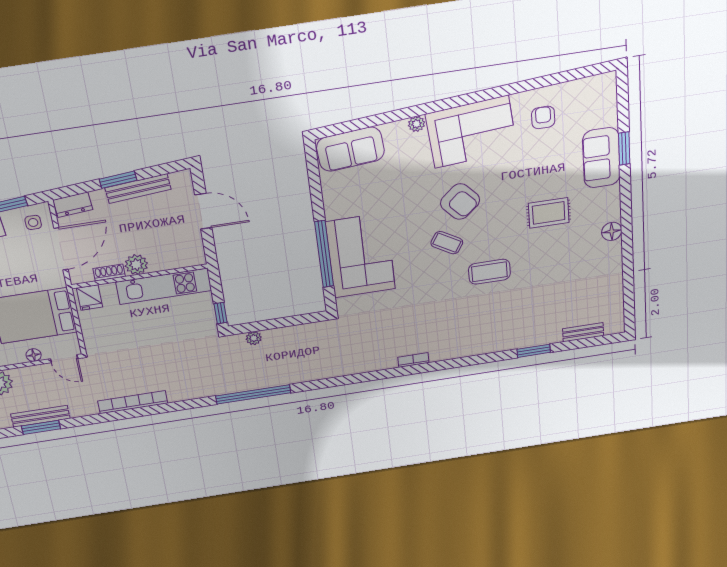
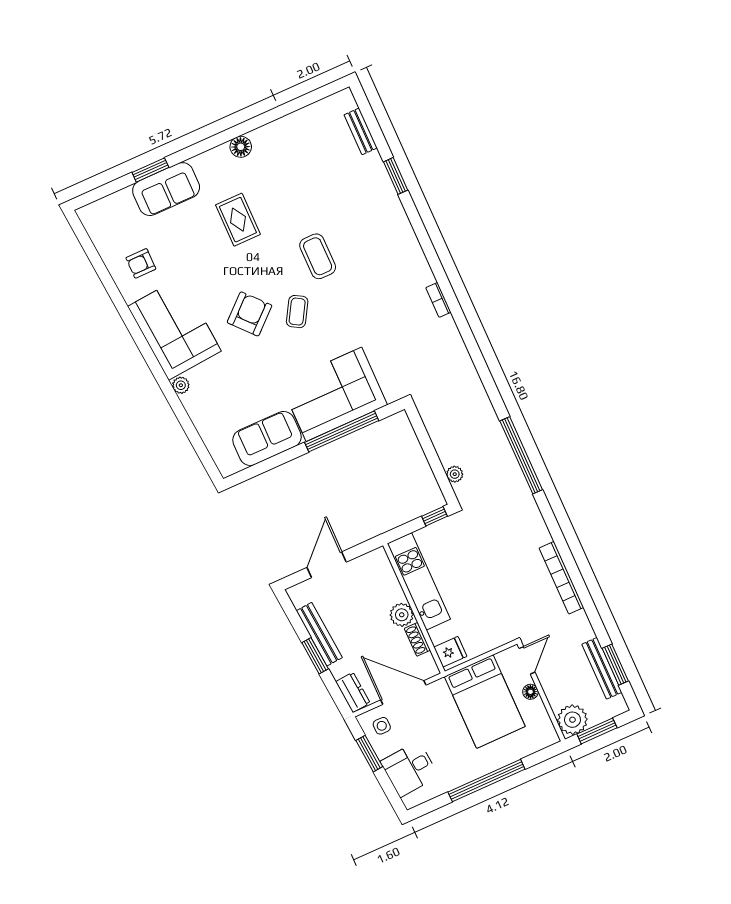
sofa: (350, 149) -> (267, 438), moved, turned -85

